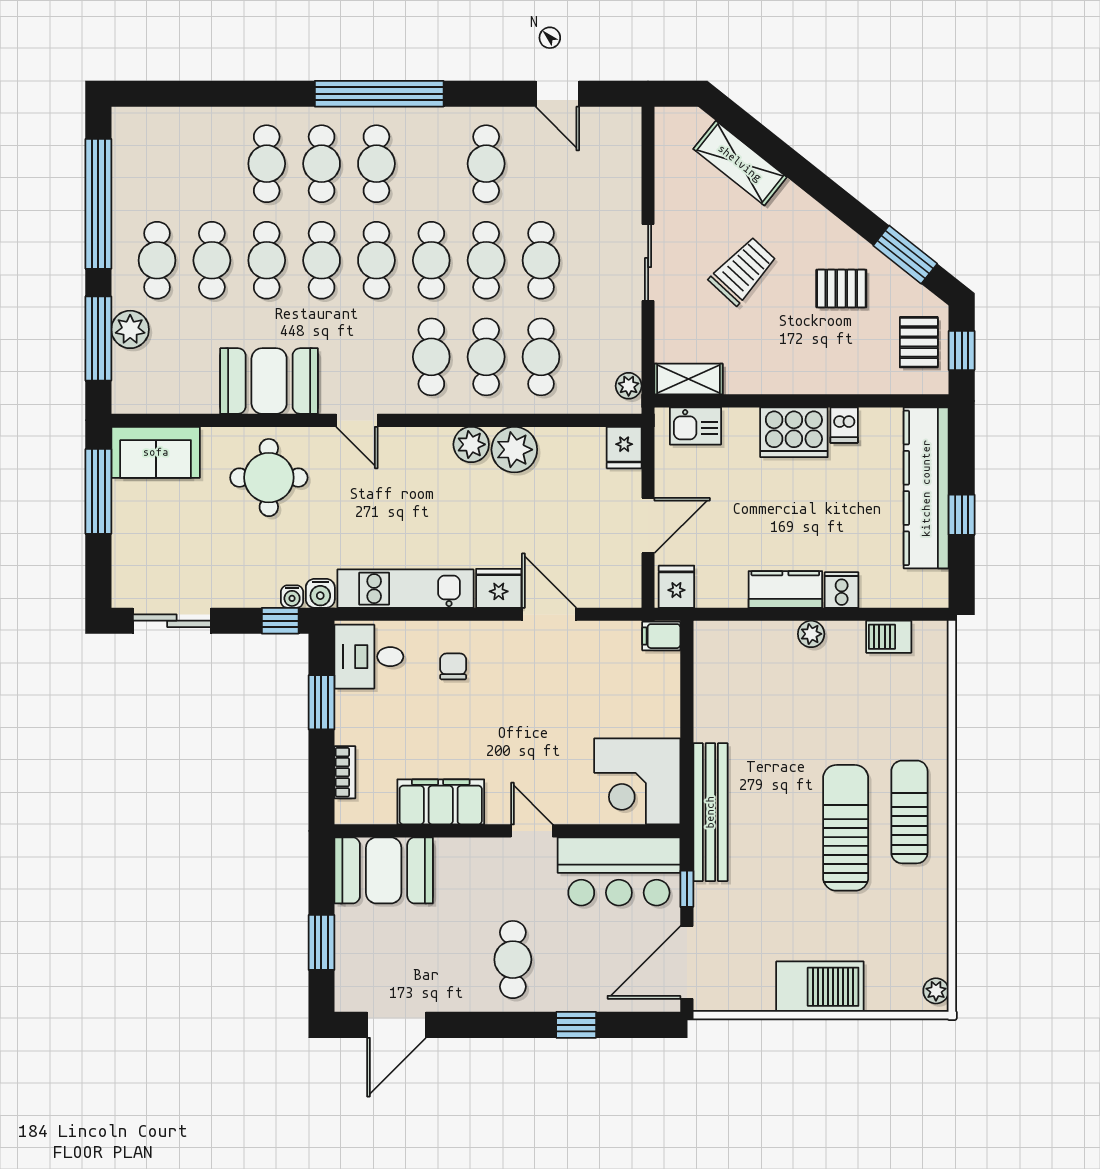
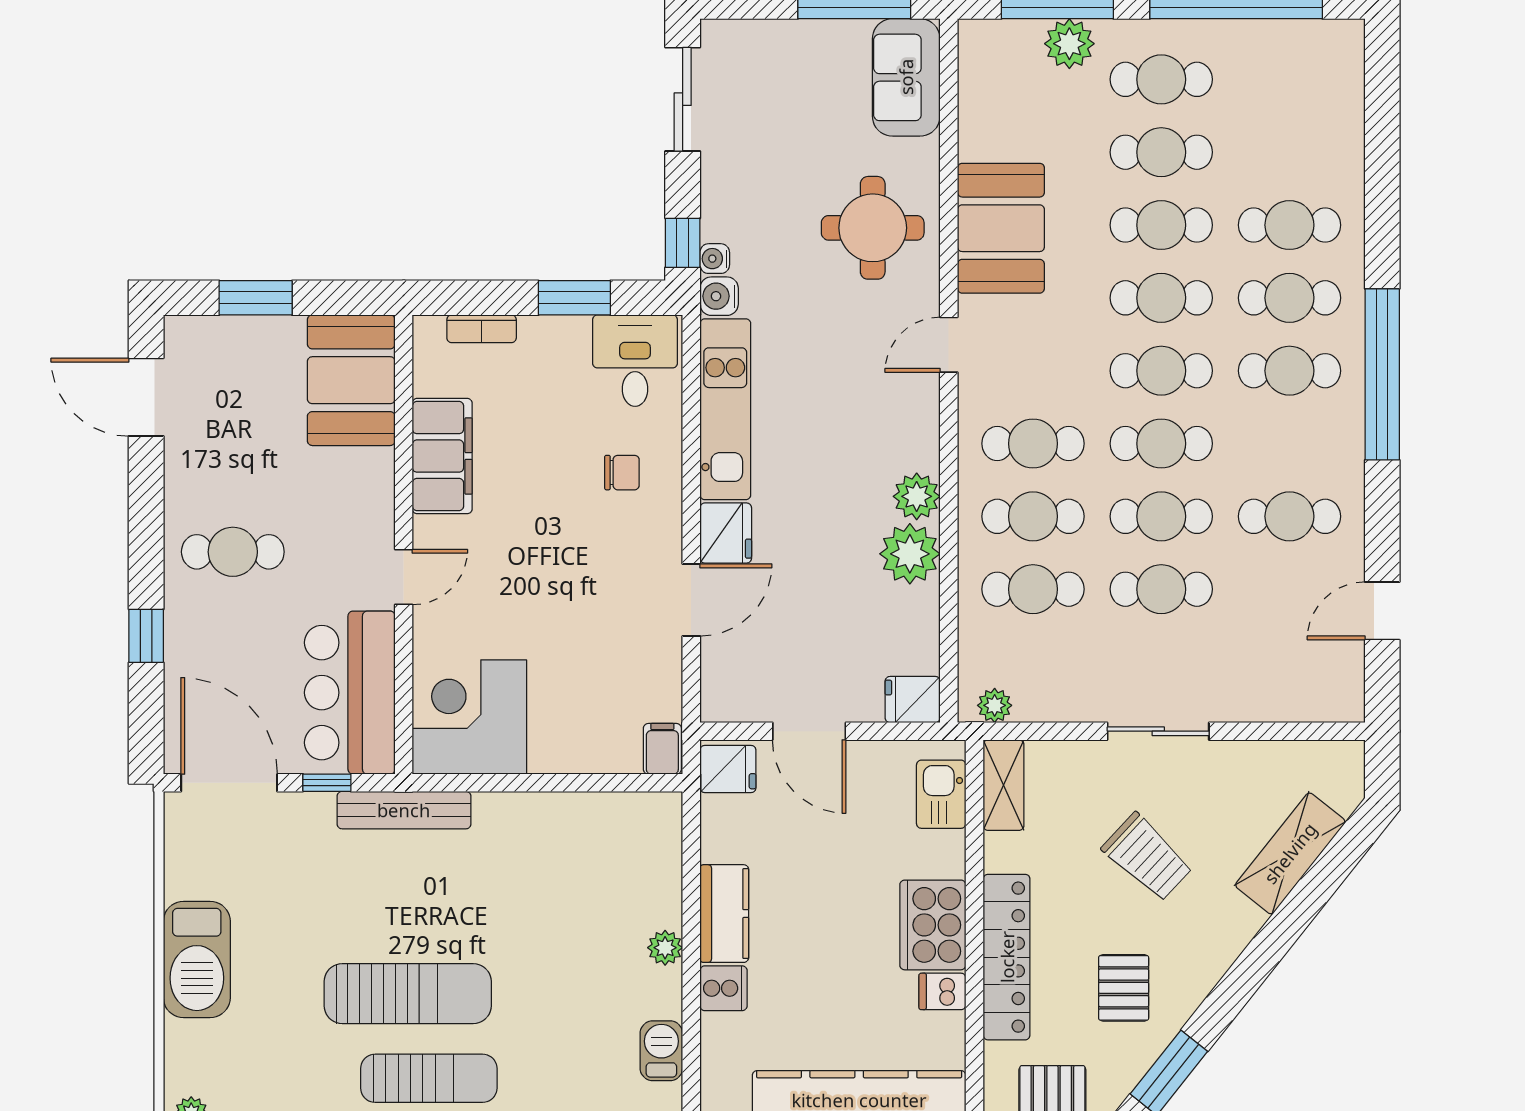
locker: (818, 377) -> (1007, 957), added
bench: (710, 812) -> (404, 810), width x0.73, depth x0.82

